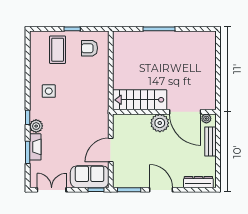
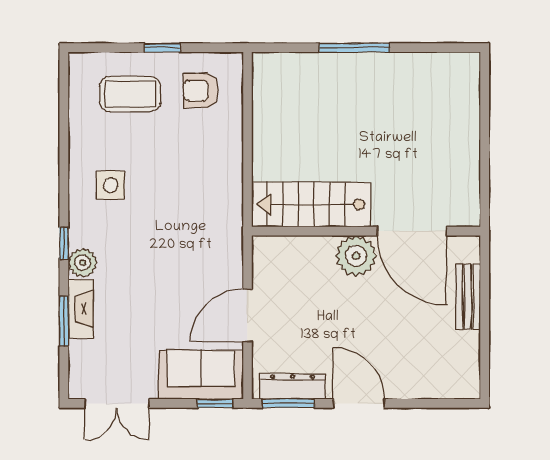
coffee table: (58, 50) -> (130, 94), turned 90
plant: (206, 119) -> (459, 246), removed
dresser: (198, 182) -> (293, 387), moved
double door: (52, 190) -> (117, 403), swing flipped

